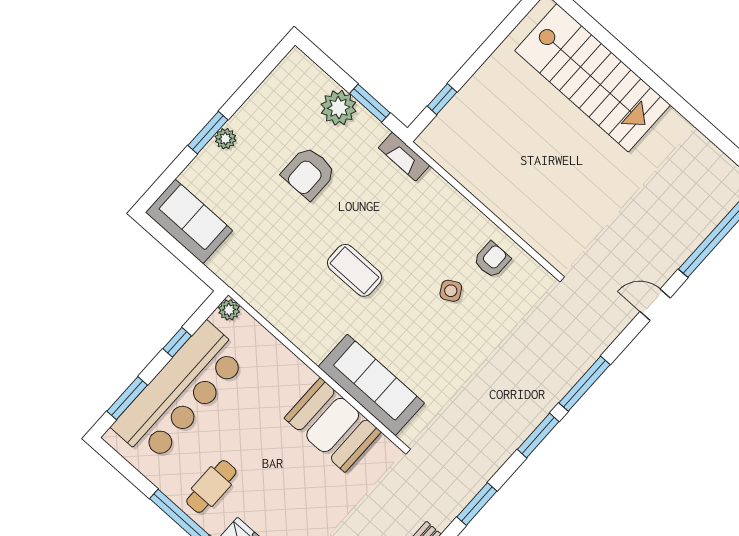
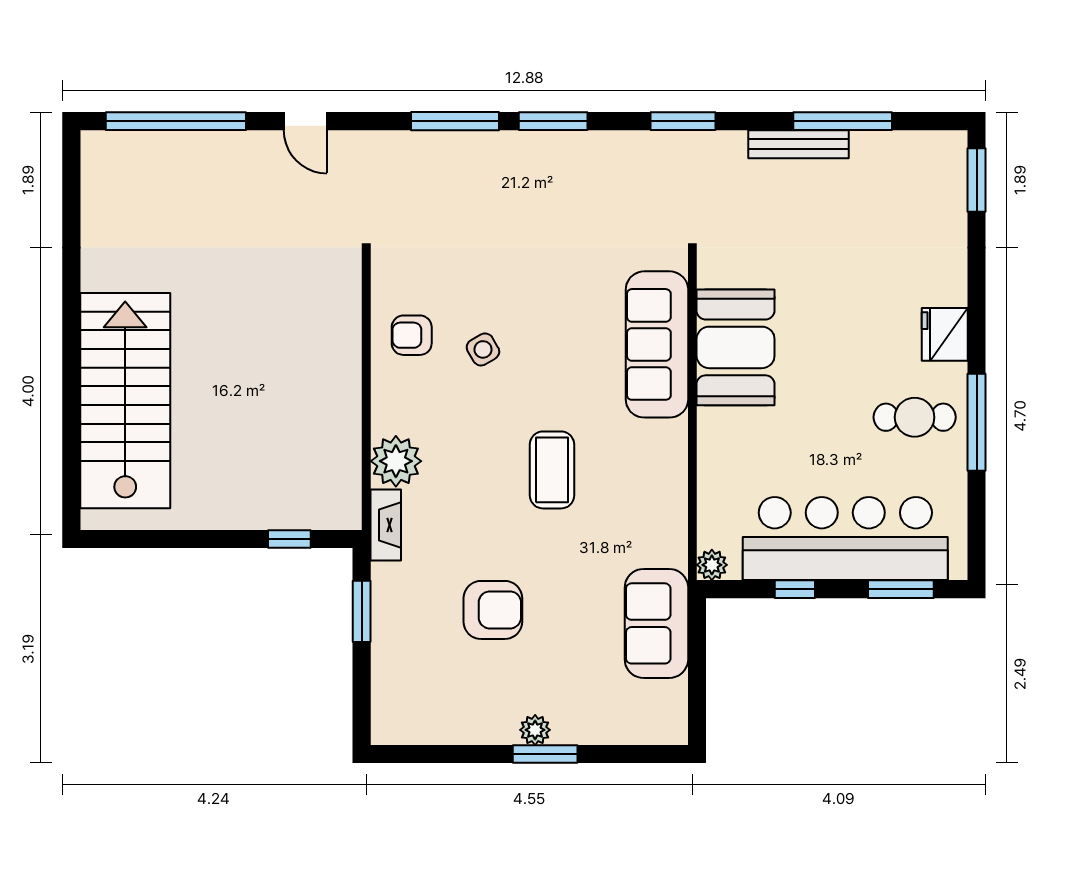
plant: (339, 108) -> (396, 461), moved
sofa: (189, 221) -> (656, 623), moved

